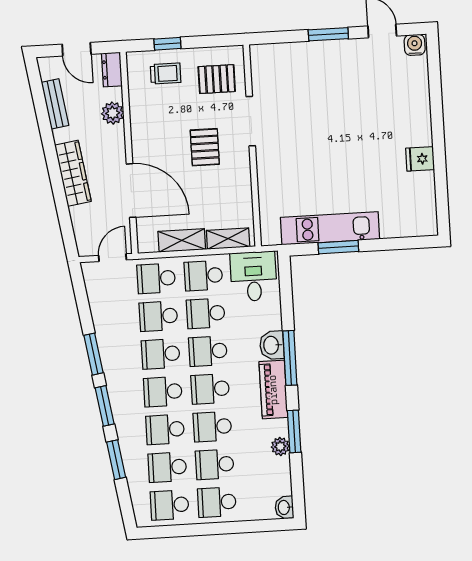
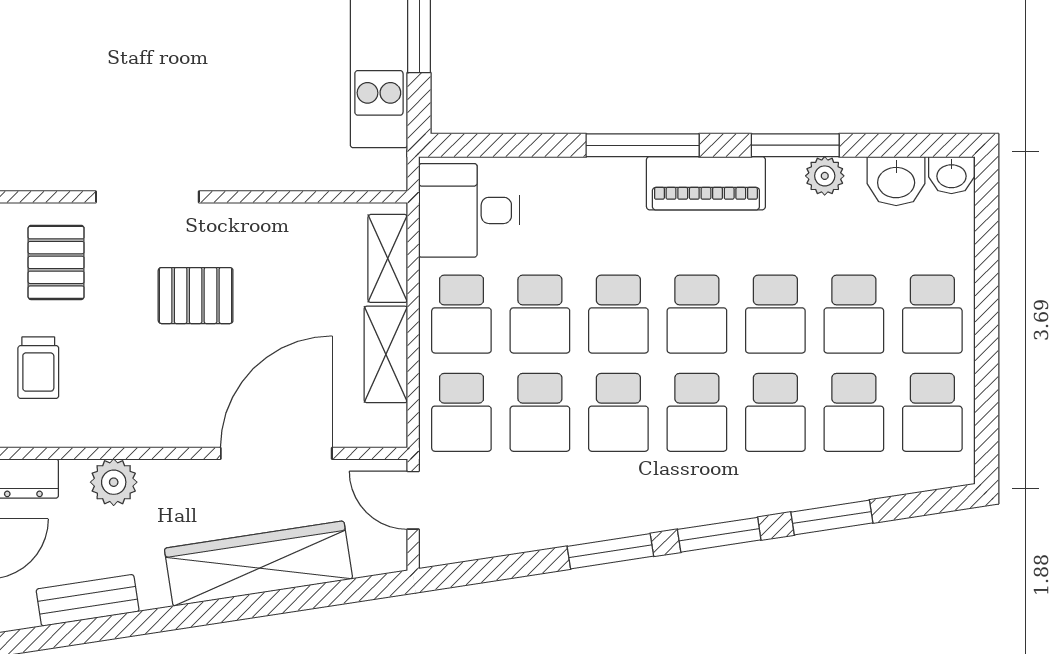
trolley: (166, 74) -> (38, 368), turned 180
wardrobe: (73, 173) -> (258, 564), width x1.40, depth x1.17
washbasin: (272, 345) -> (896, 181), moved

